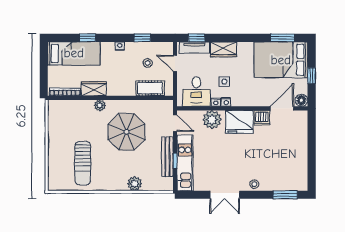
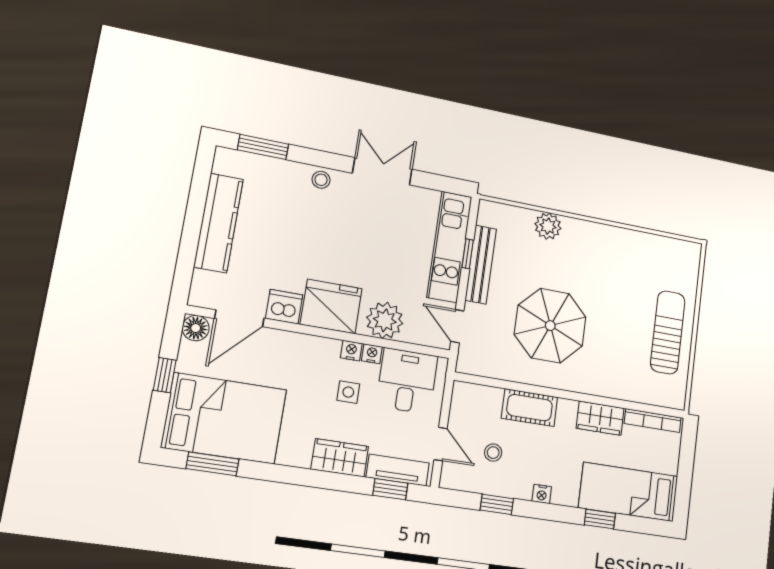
cot: (150, 88) -> (530, 408), moved
plant: (100, 105) -> (593, 384), removed
kitchen counter: (300, 153) -> (219, 223), added
sun lounger: (83, 163) -> (668, 332), moved

